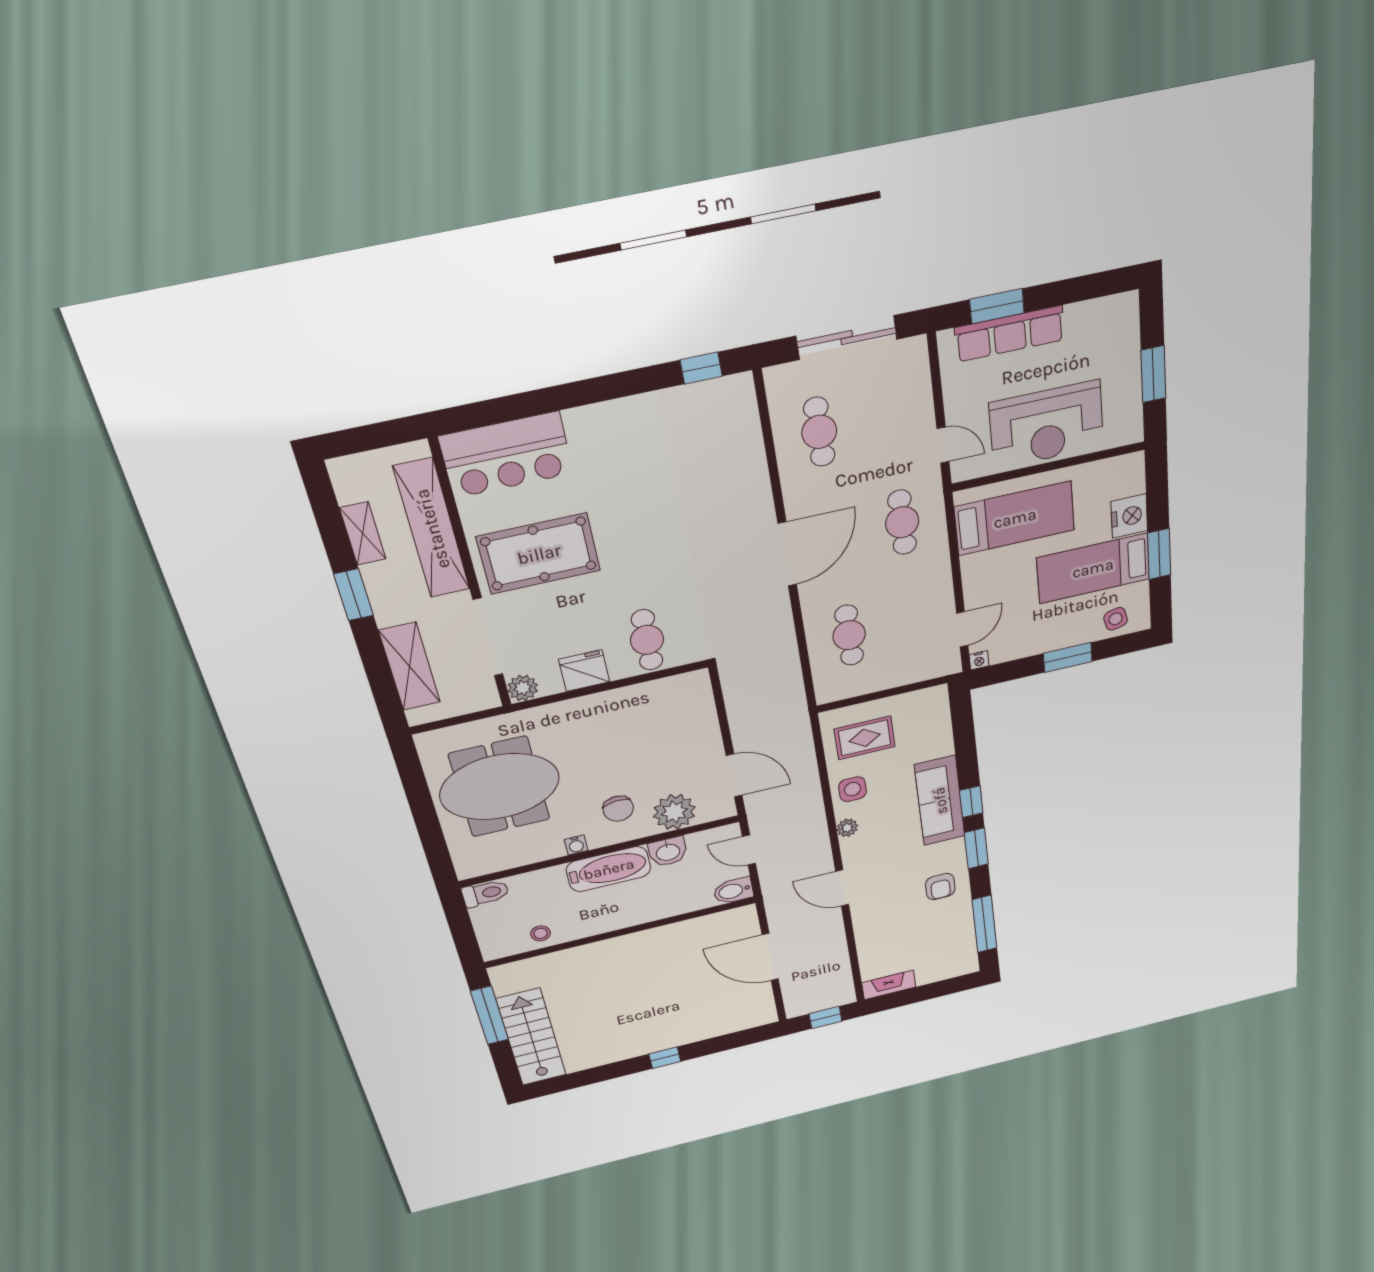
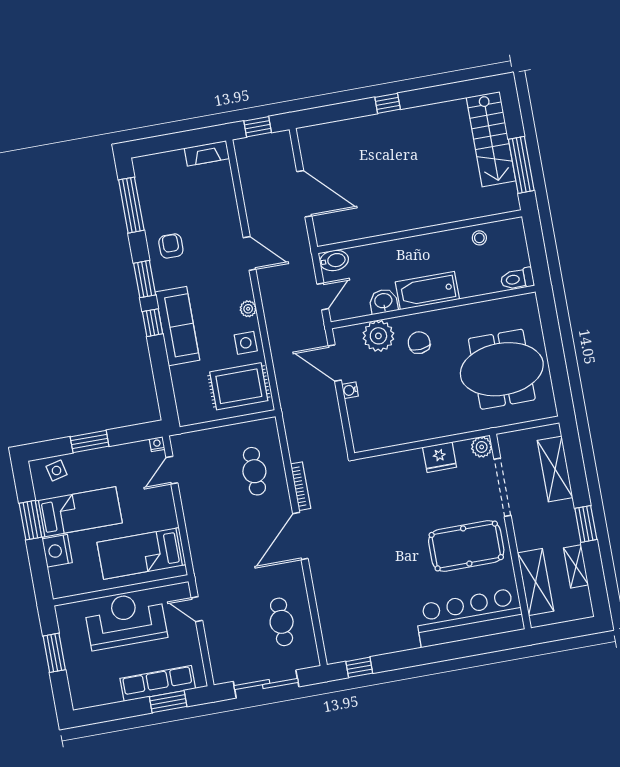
bar counter: (506, 455) -> (469, 618), width x1.36
cafe table: (902, 522) -> (221, 555), removed
shelving: (432, 529) -> (536, 582), width x0.68
bookcase: (785, 620) -> (301, 486), added
cafe table: (647, 640) -> (396, 478), removed
rug: (865, 738) -> (239, 386), width x1.36, depth x1.43
water cooler: (576, 845) -> (350, 390), moved, turned -90
door: (749, 850) -> (323, 296), hinge flipped

